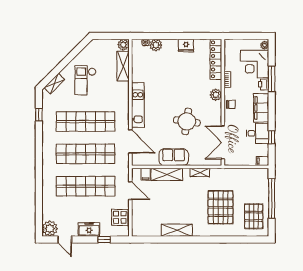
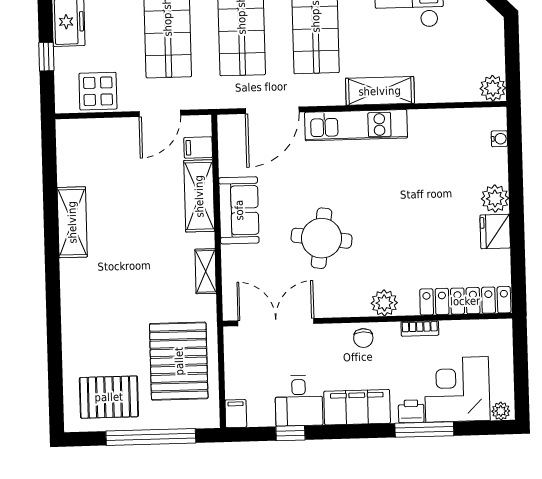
plant: (156, 45) -> (495, 199), moved
shelving: (123, 66) -> (380, 91), moved
pallet: (220, 207) -> (179, 361), moved, turned 90

